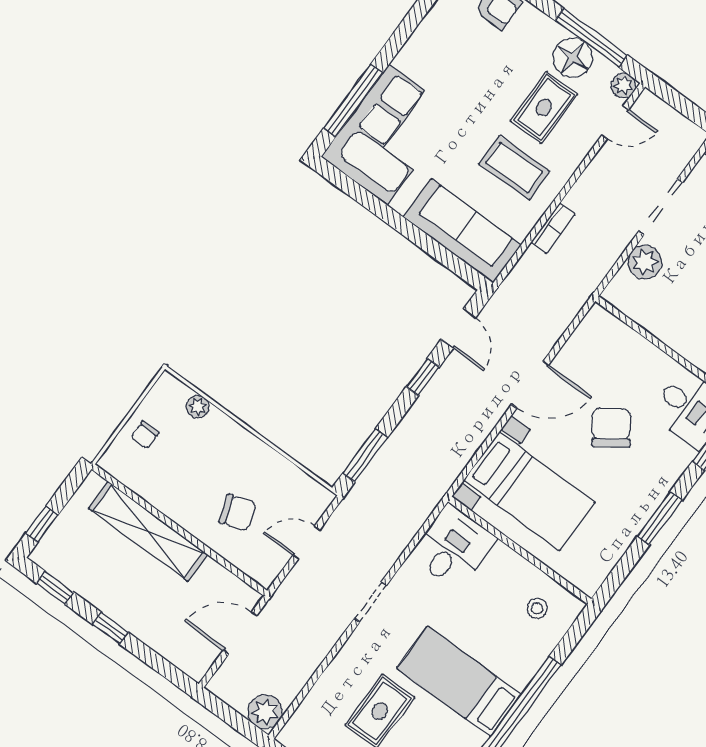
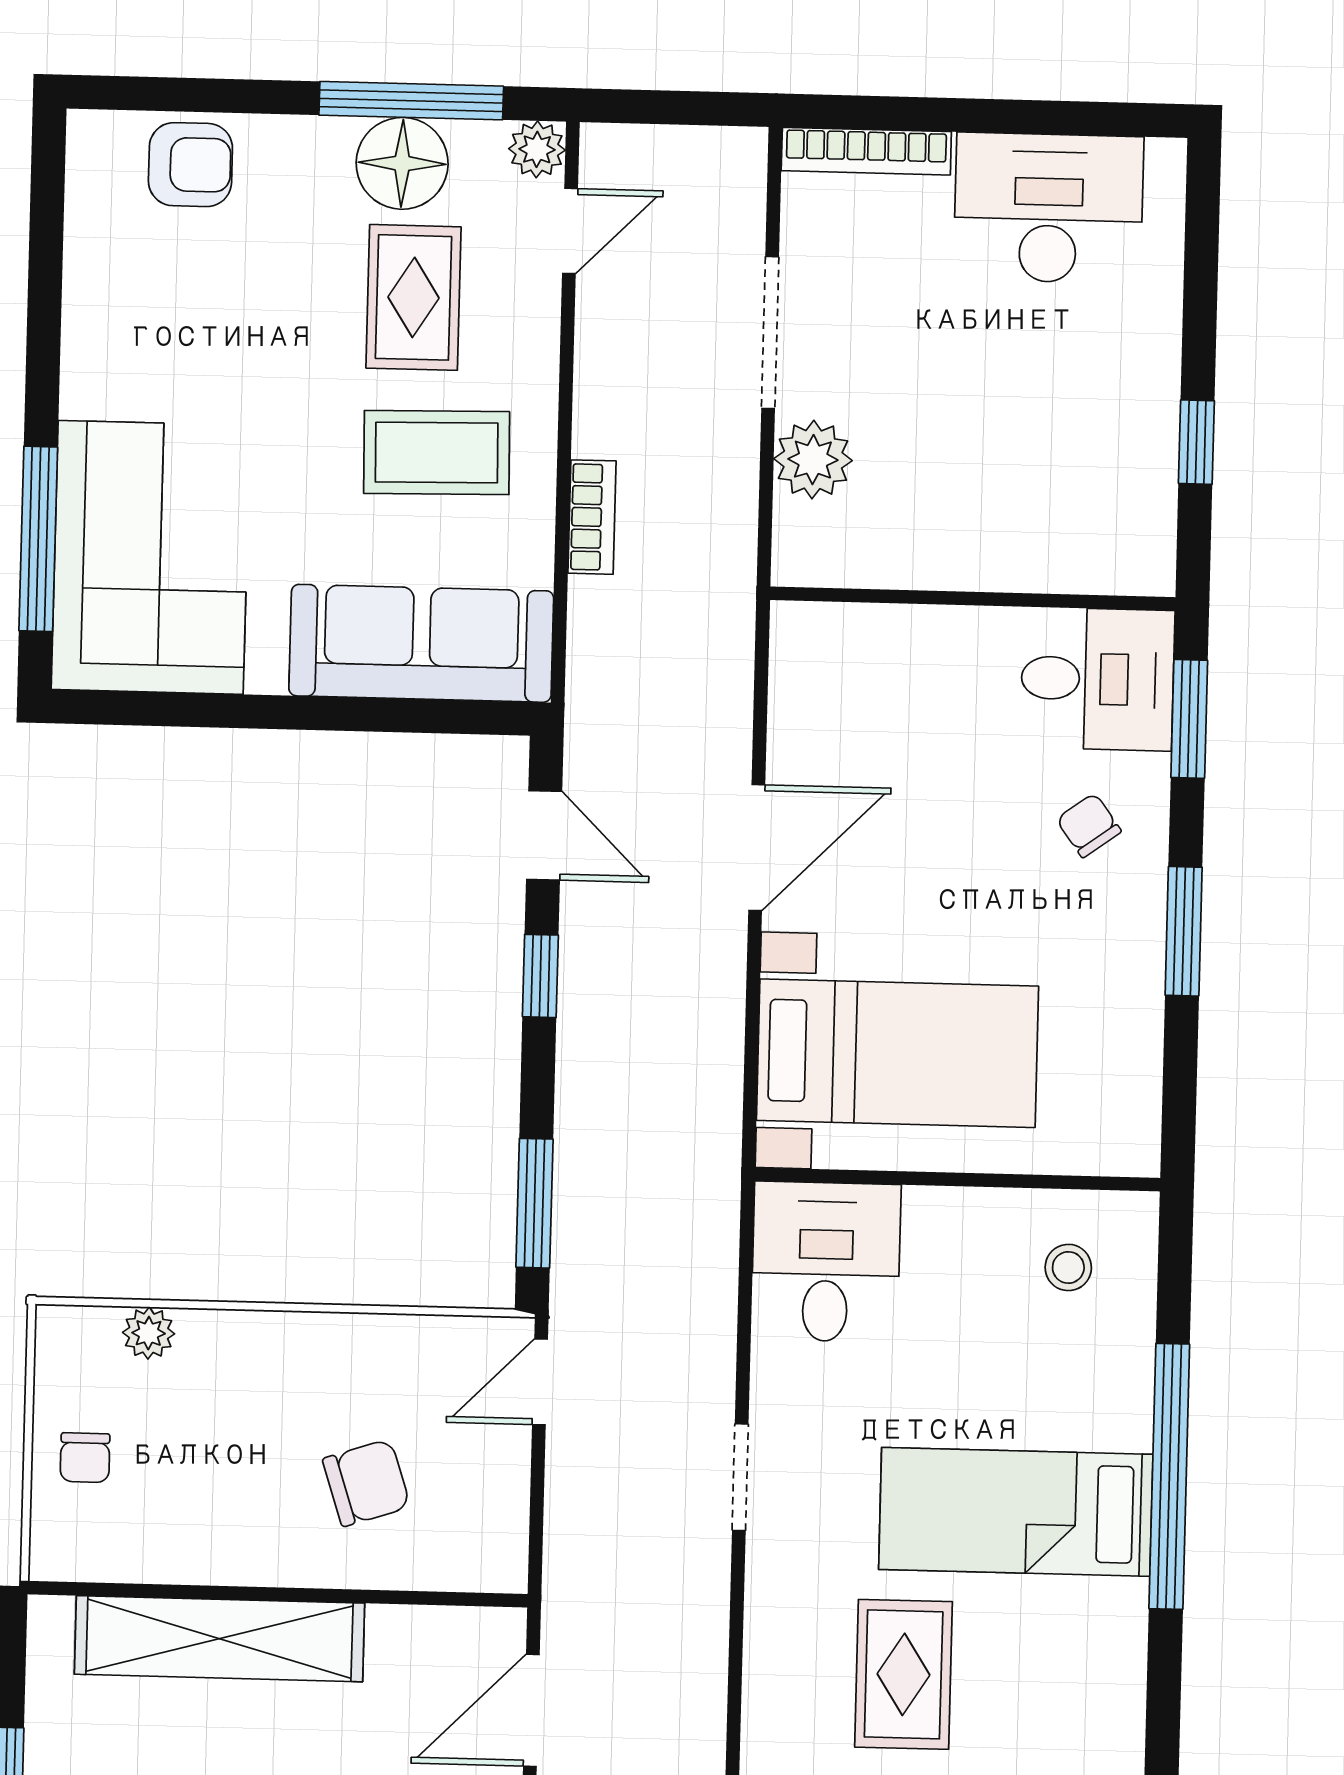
chair: (611, 428) -> (1089, 825), moved, width x0.54, depth x0.54
door: (306, 543) -> (540, 1382), moved

